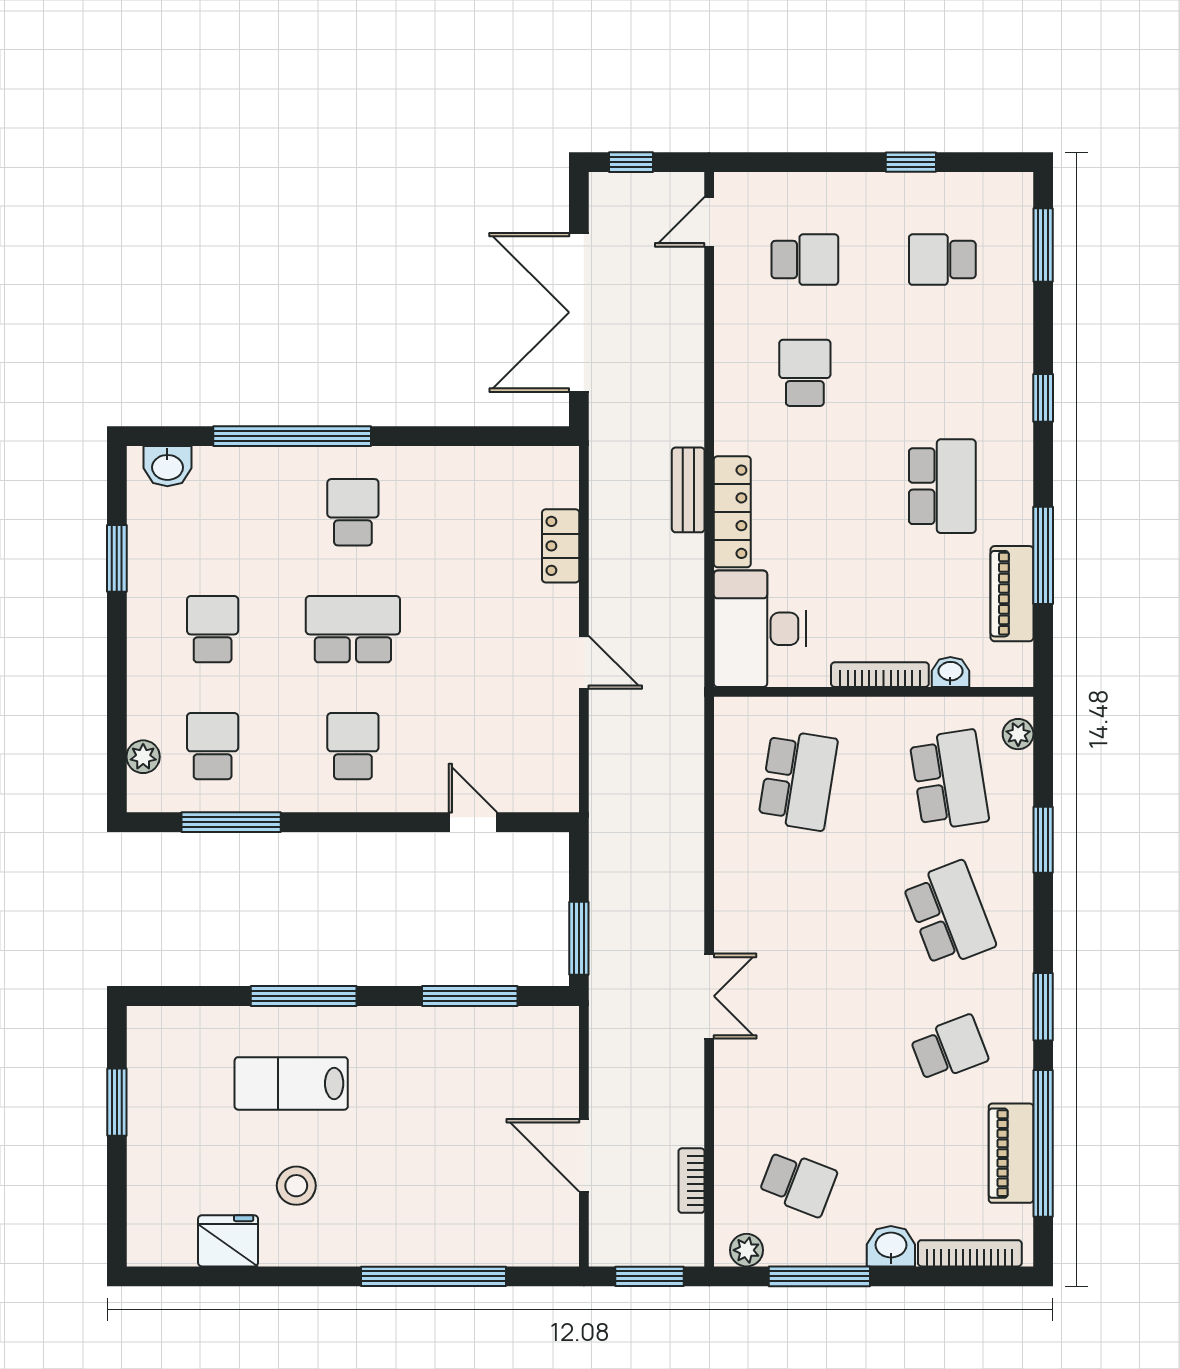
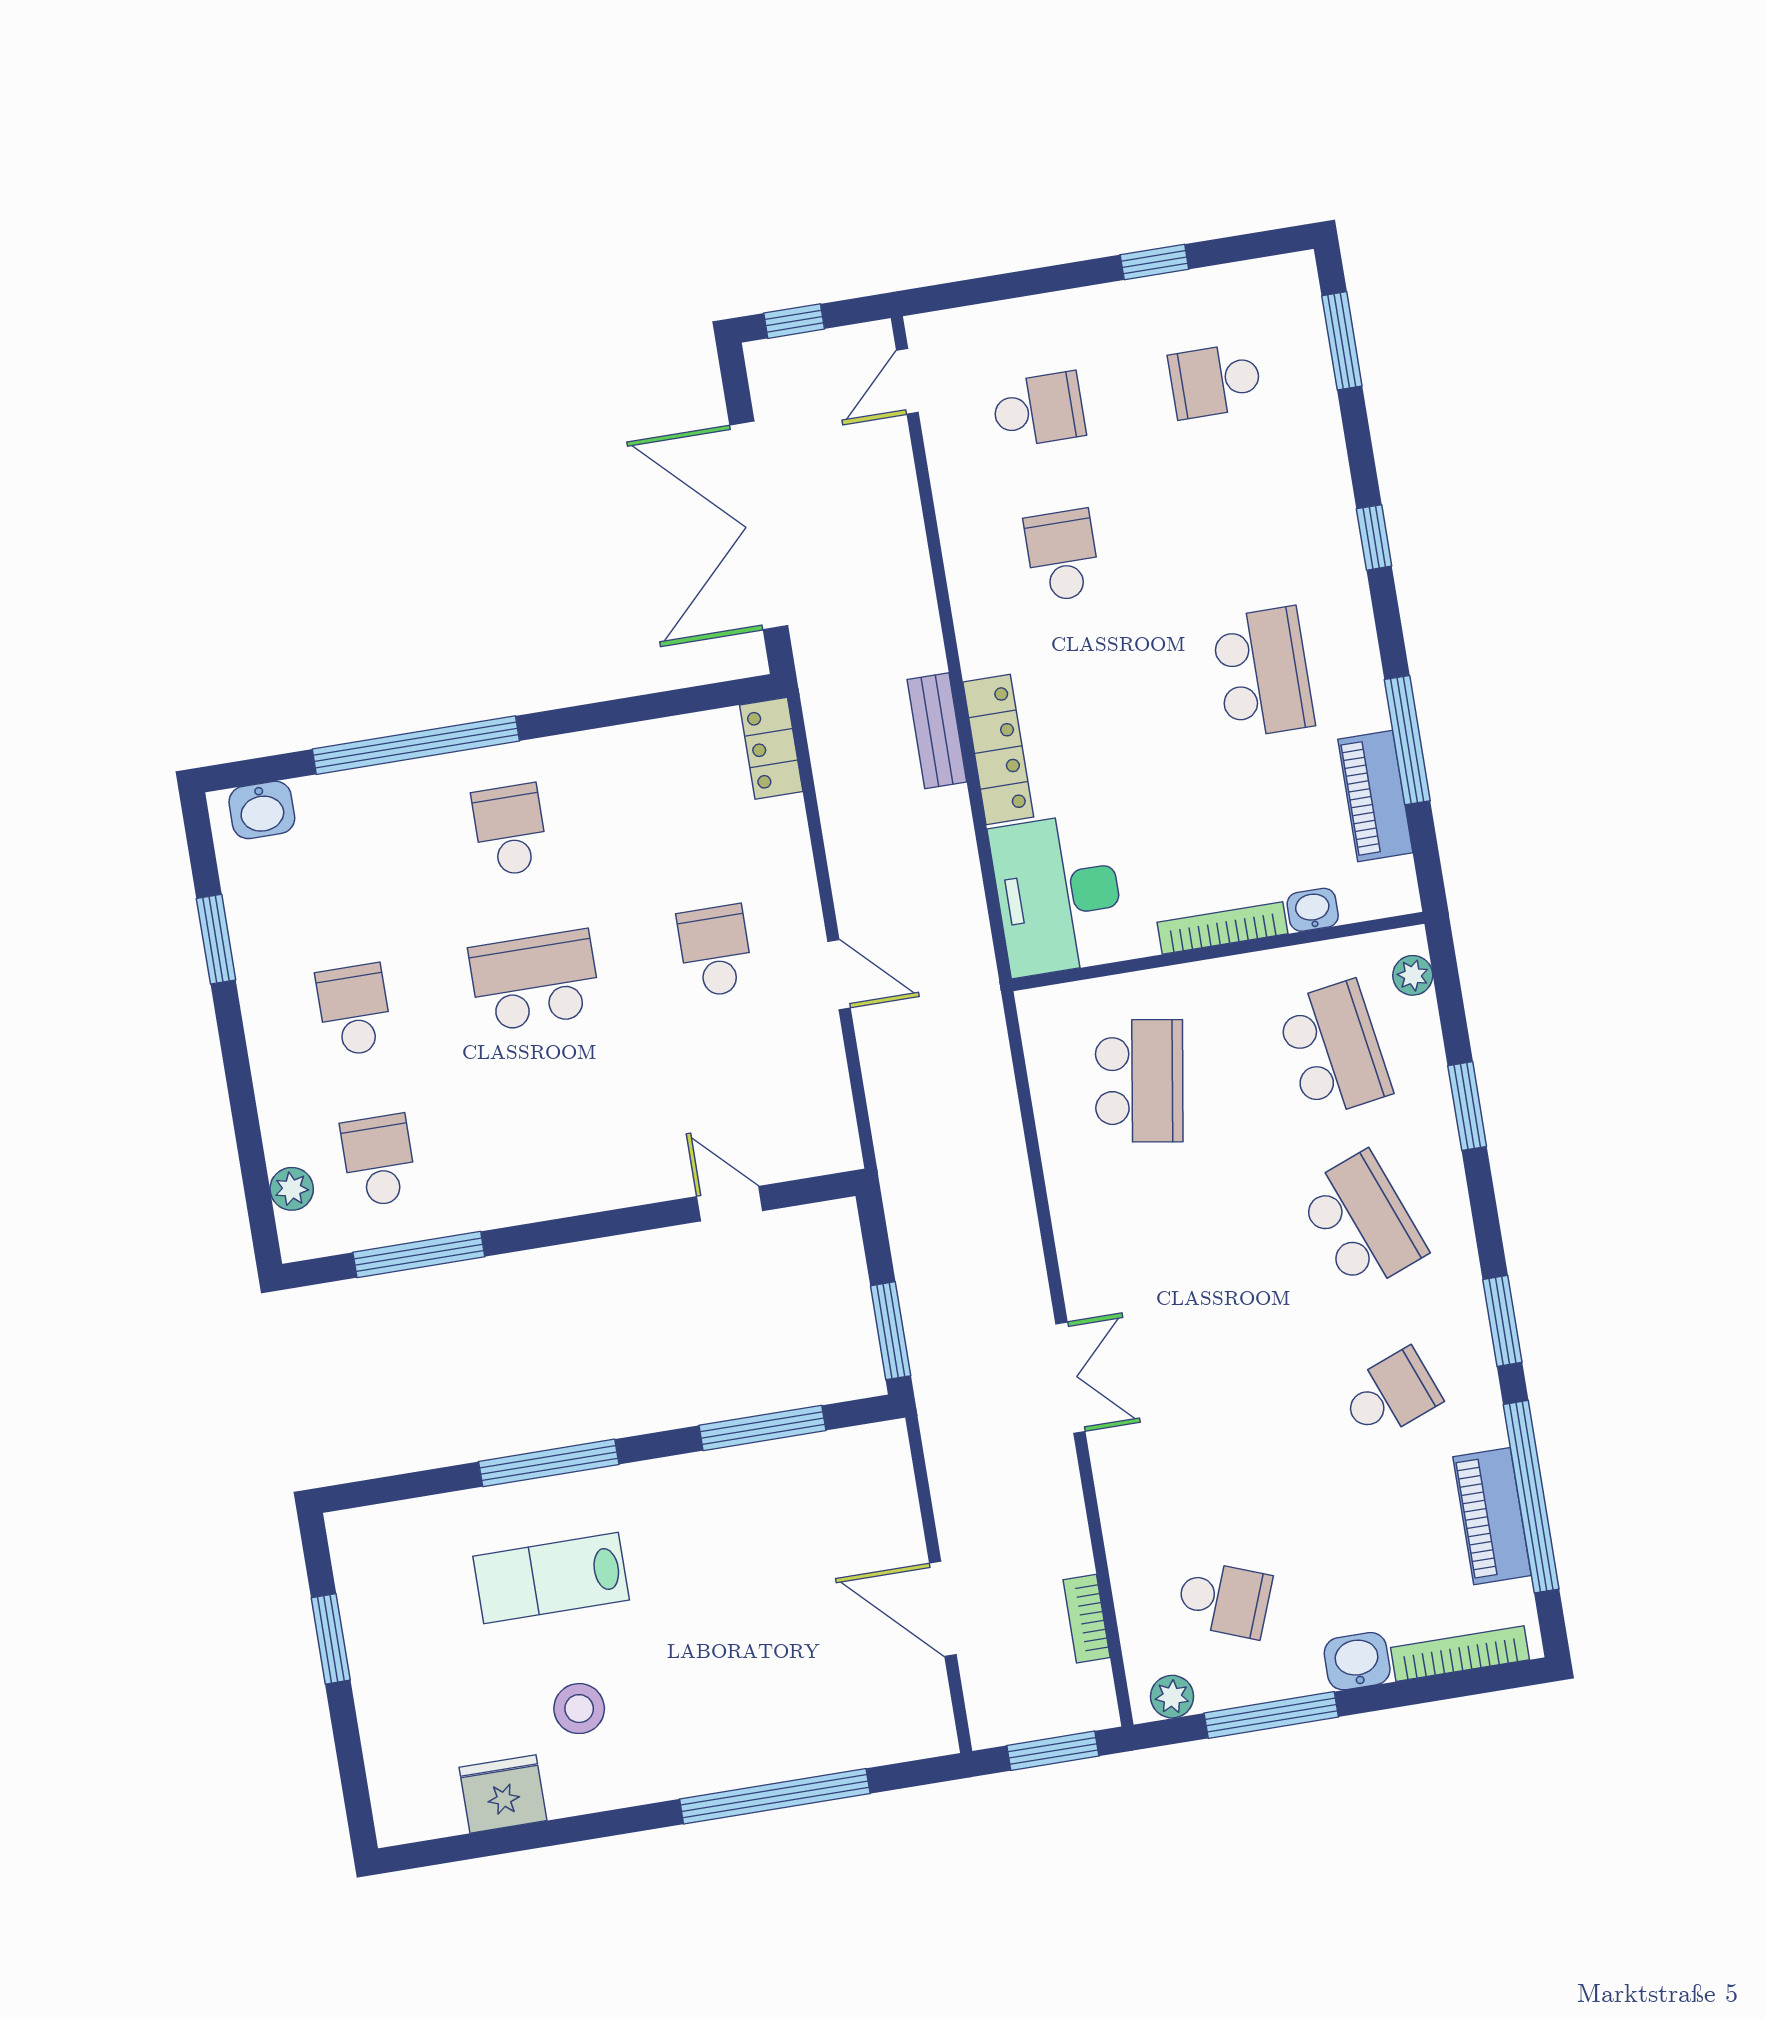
locker: (561, 546) -> (771, 748), moved
school desk: (353, 746) -> (715, 951), moved

